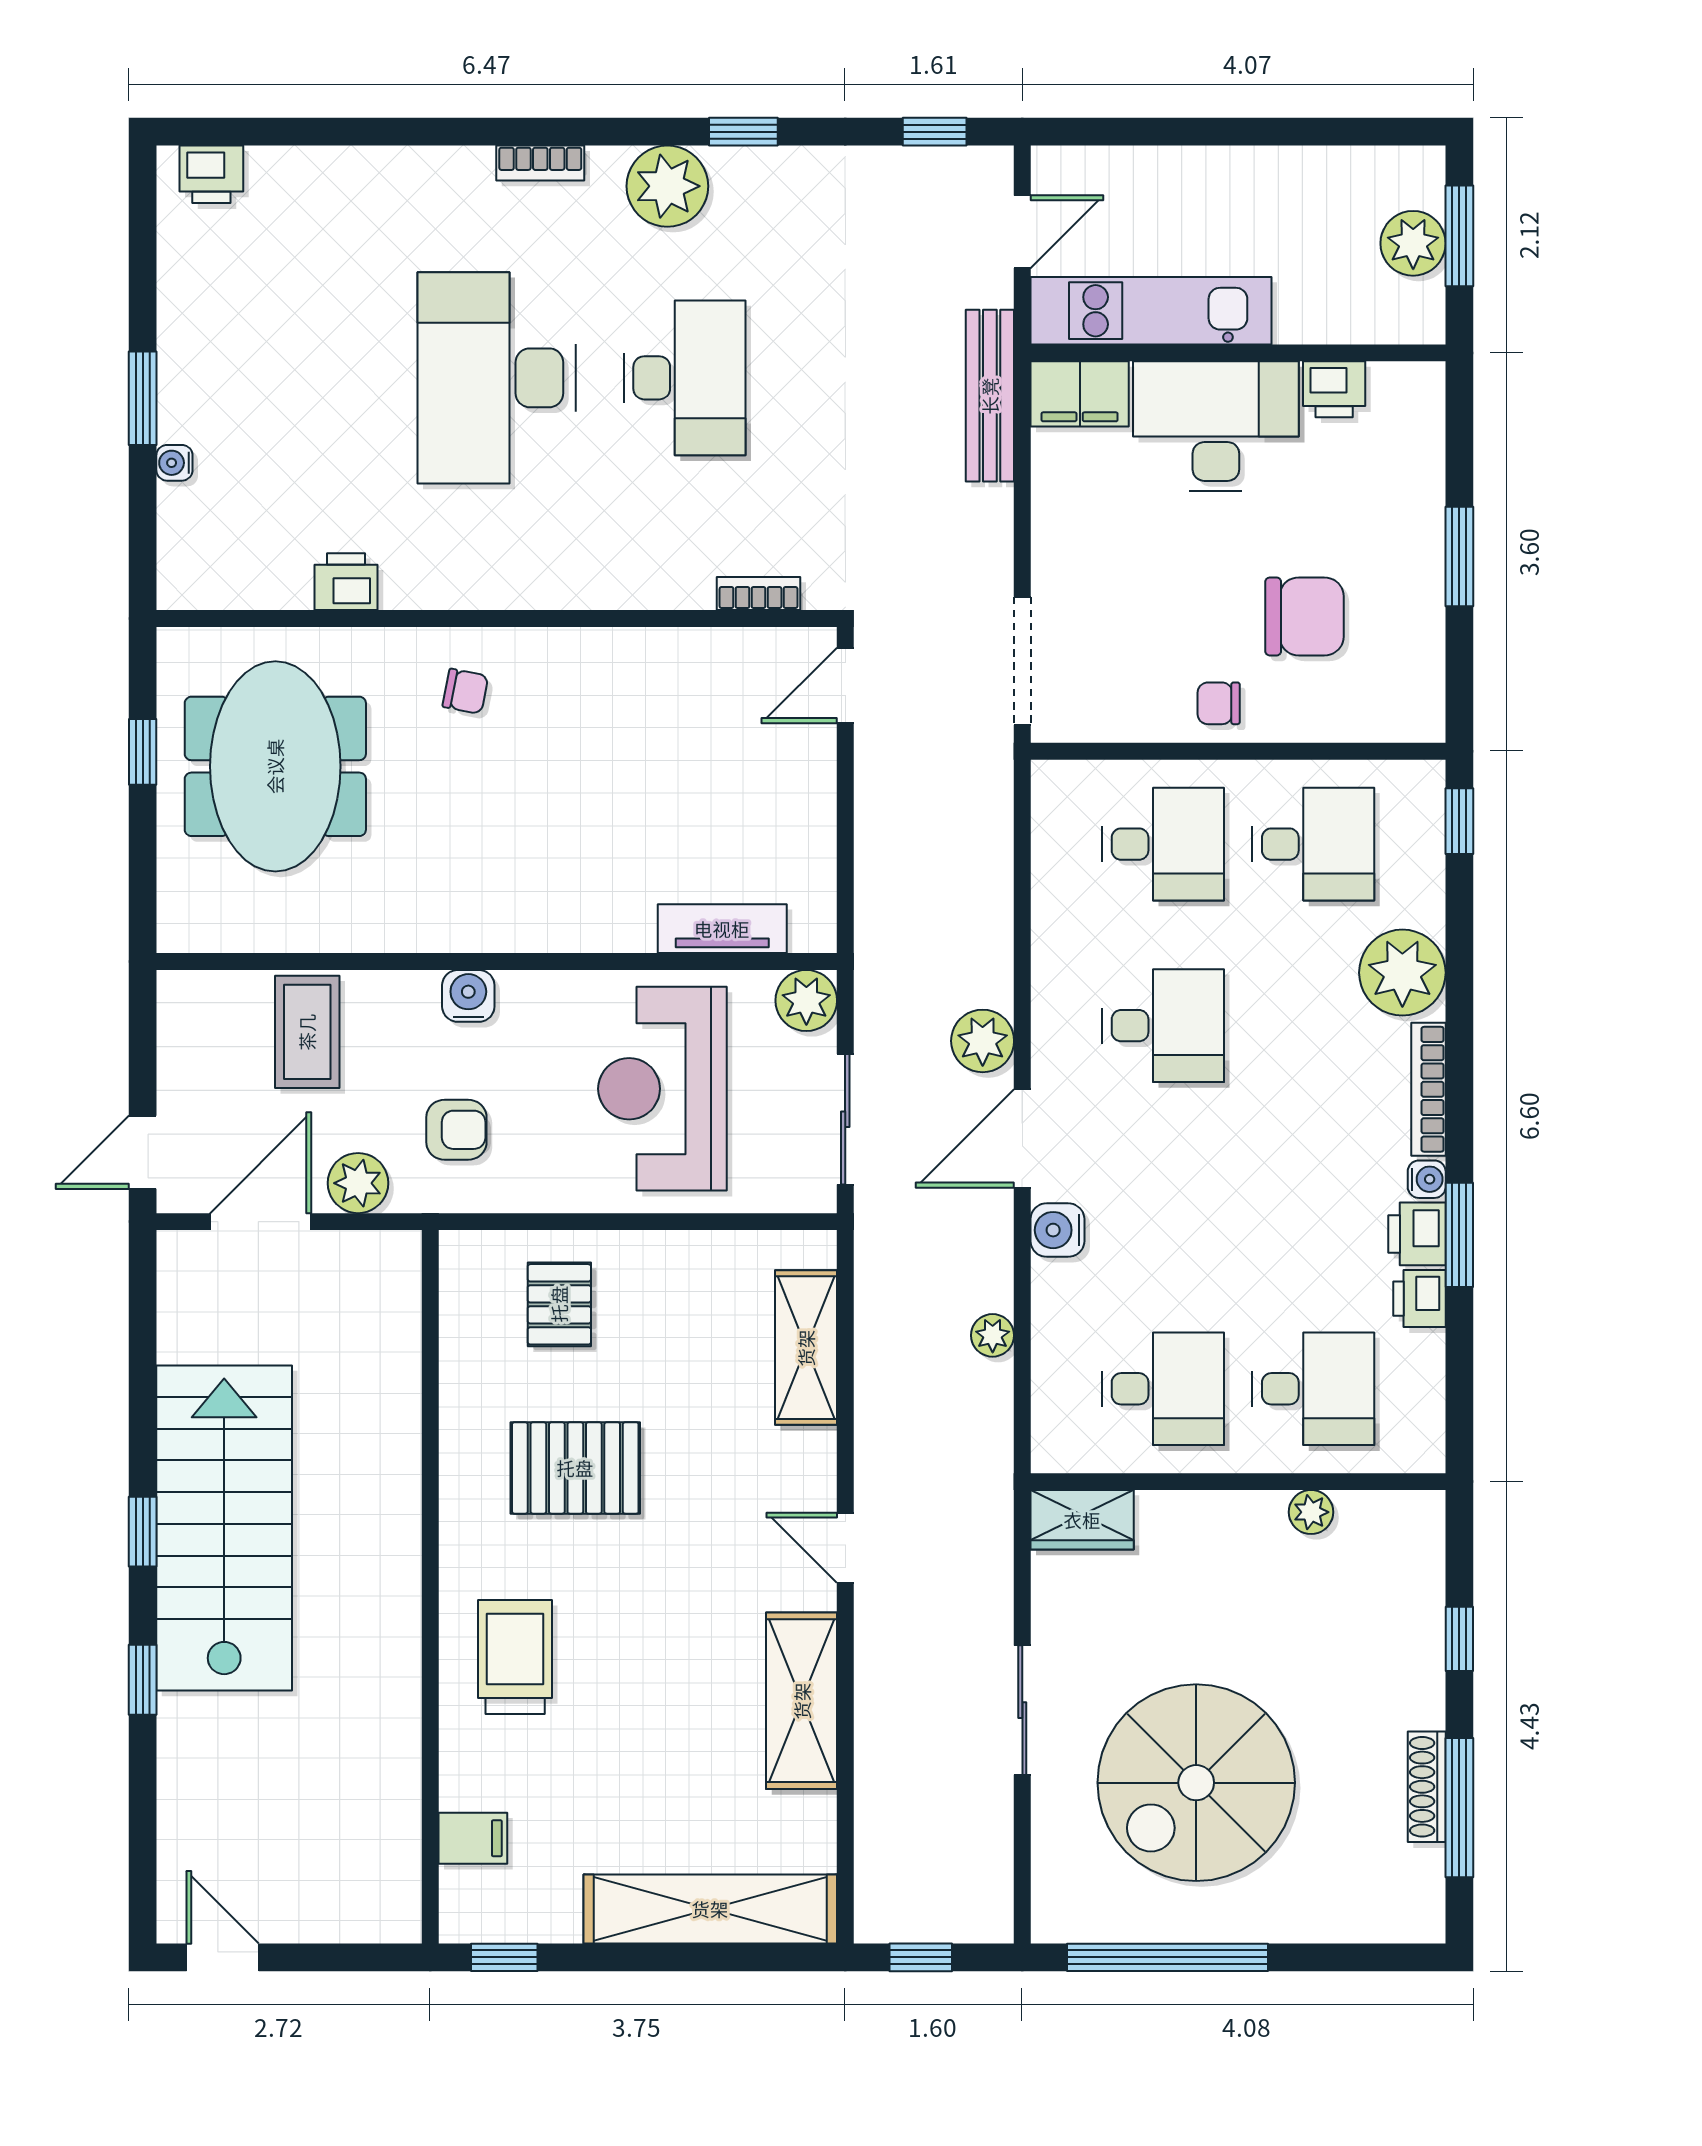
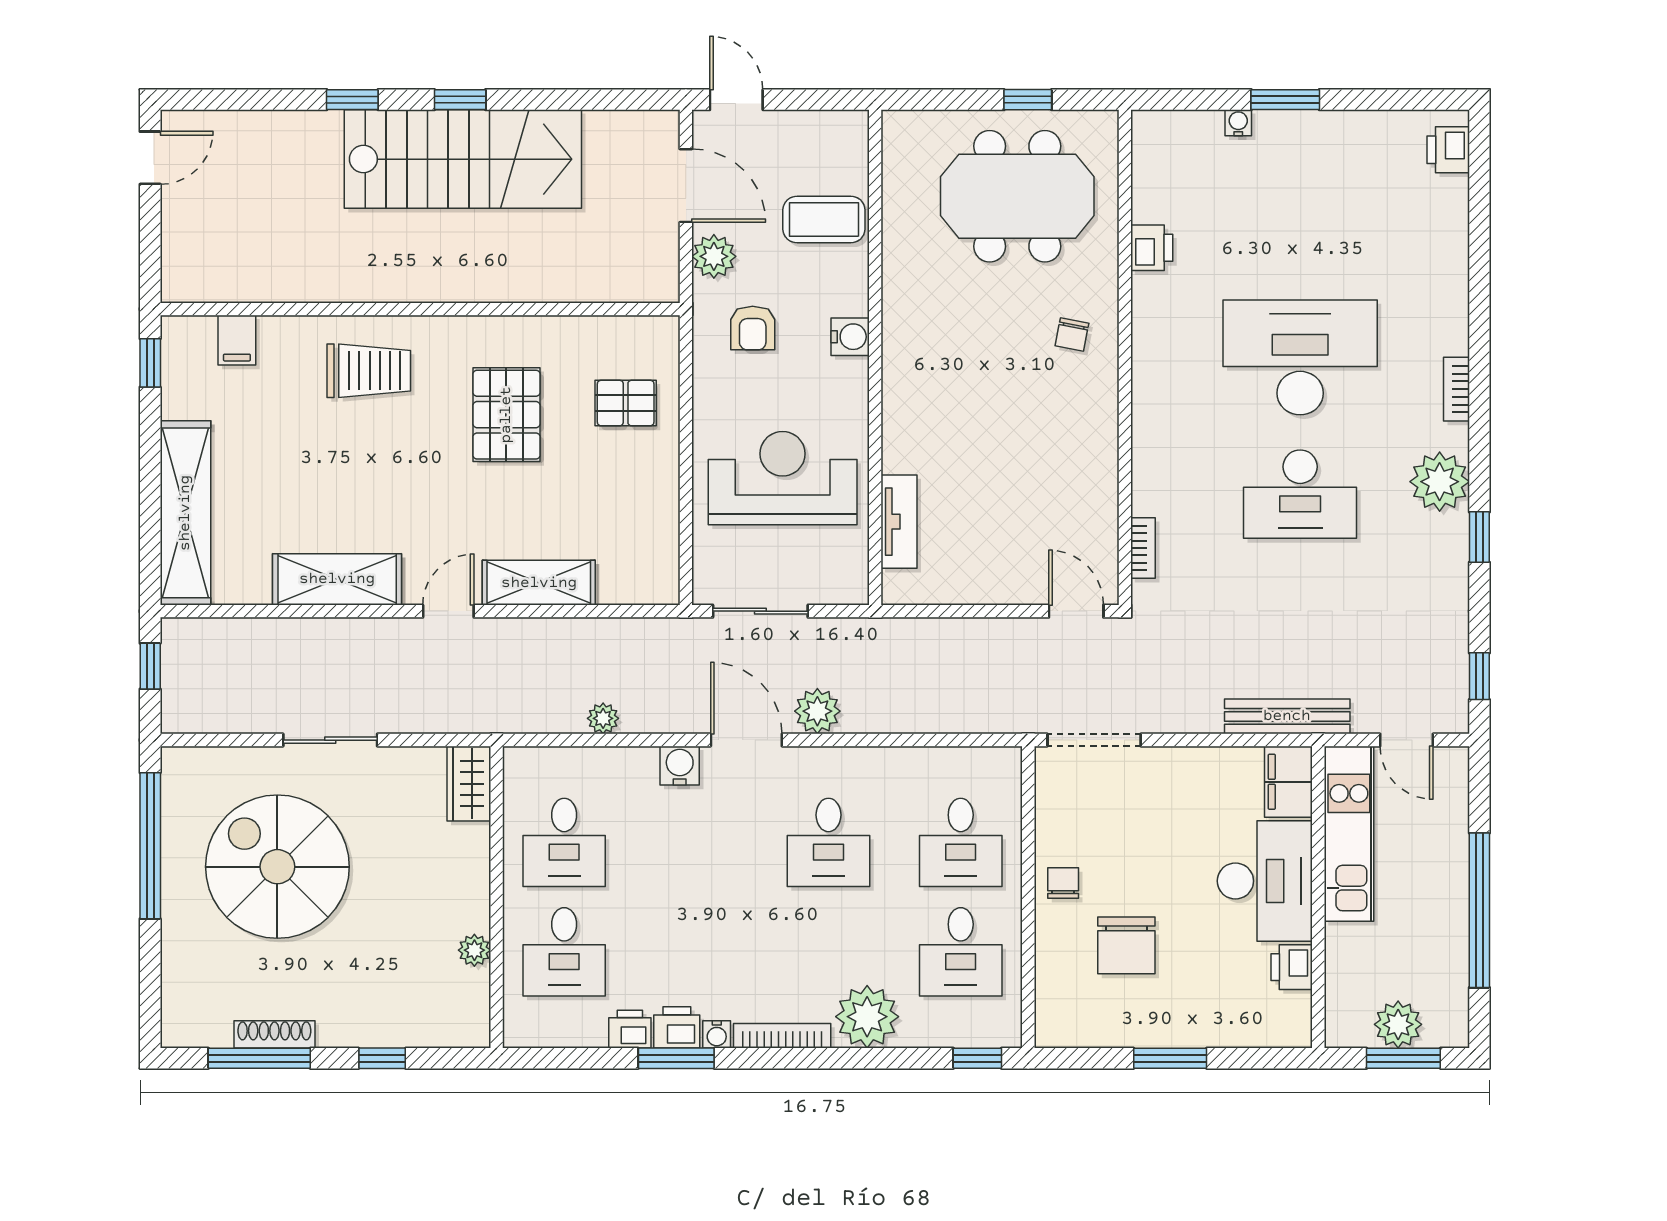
window: (1256, 132) -> (1479, 910), added
plant: (806, 1001) -> (847, 583), removed
shelving: (806, 1348) -> (539, 583), moved

